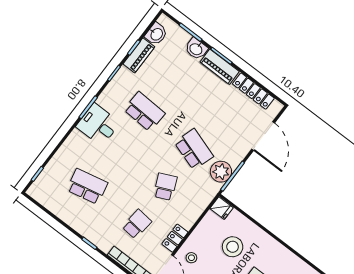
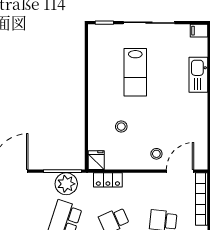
locker: (175, 238) -> (108, 180), moved
stool: (233, 247) -> (121, 127), width x0.53, depth x0.53

